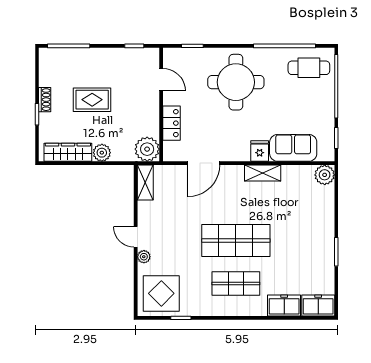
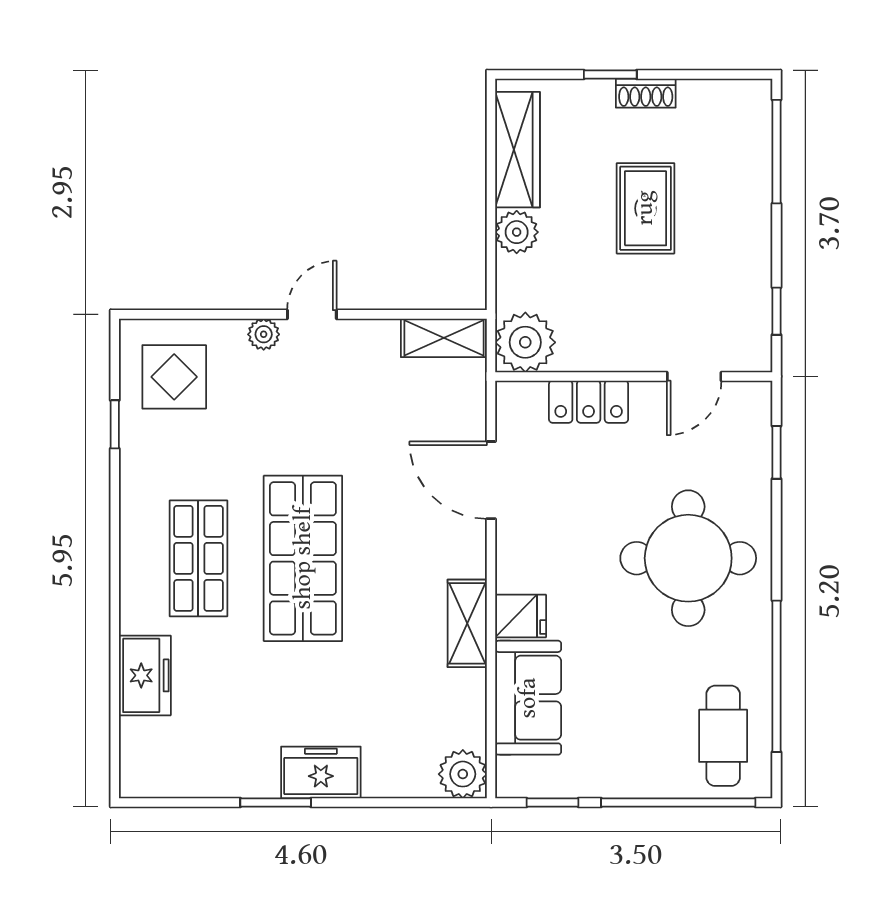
display table: (161, 293) -> (174, 377), width x0.73, depth x0.73
freezer: (318, 306) -> (321, 772), moved, turned -90

